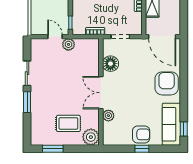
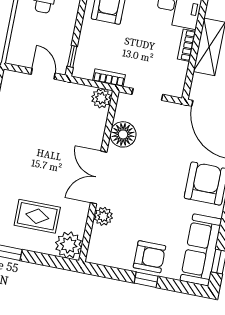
plant: (68, 44) -> (101, 98), moved

